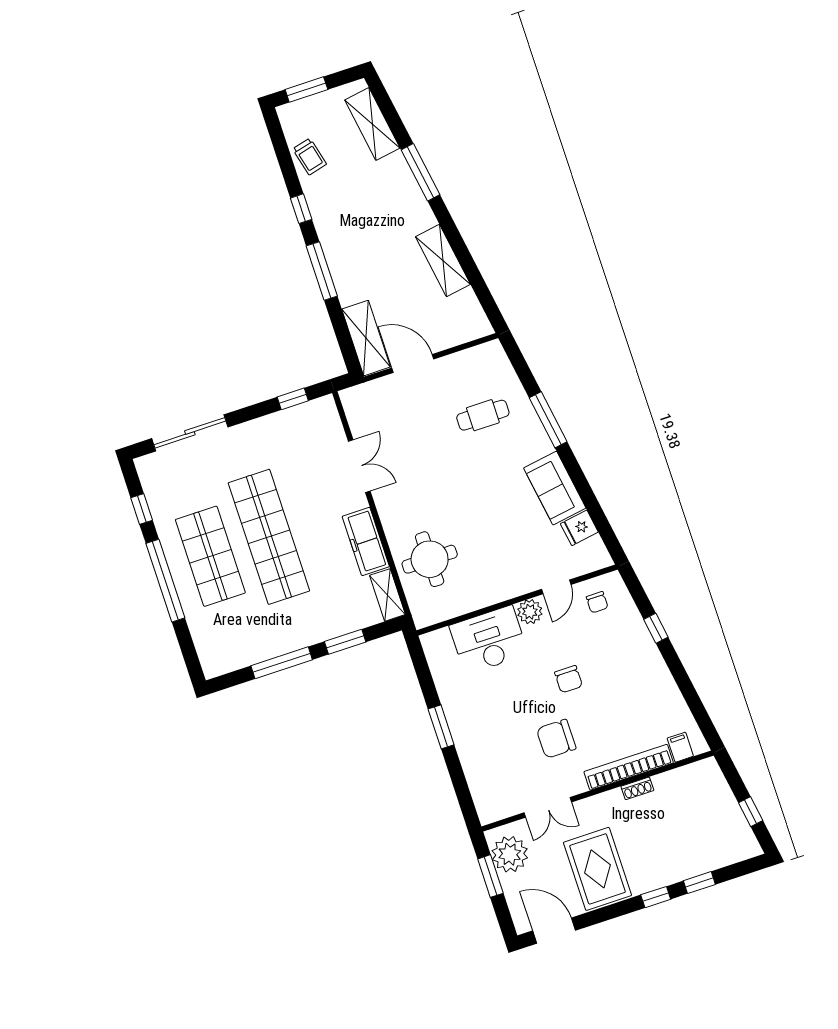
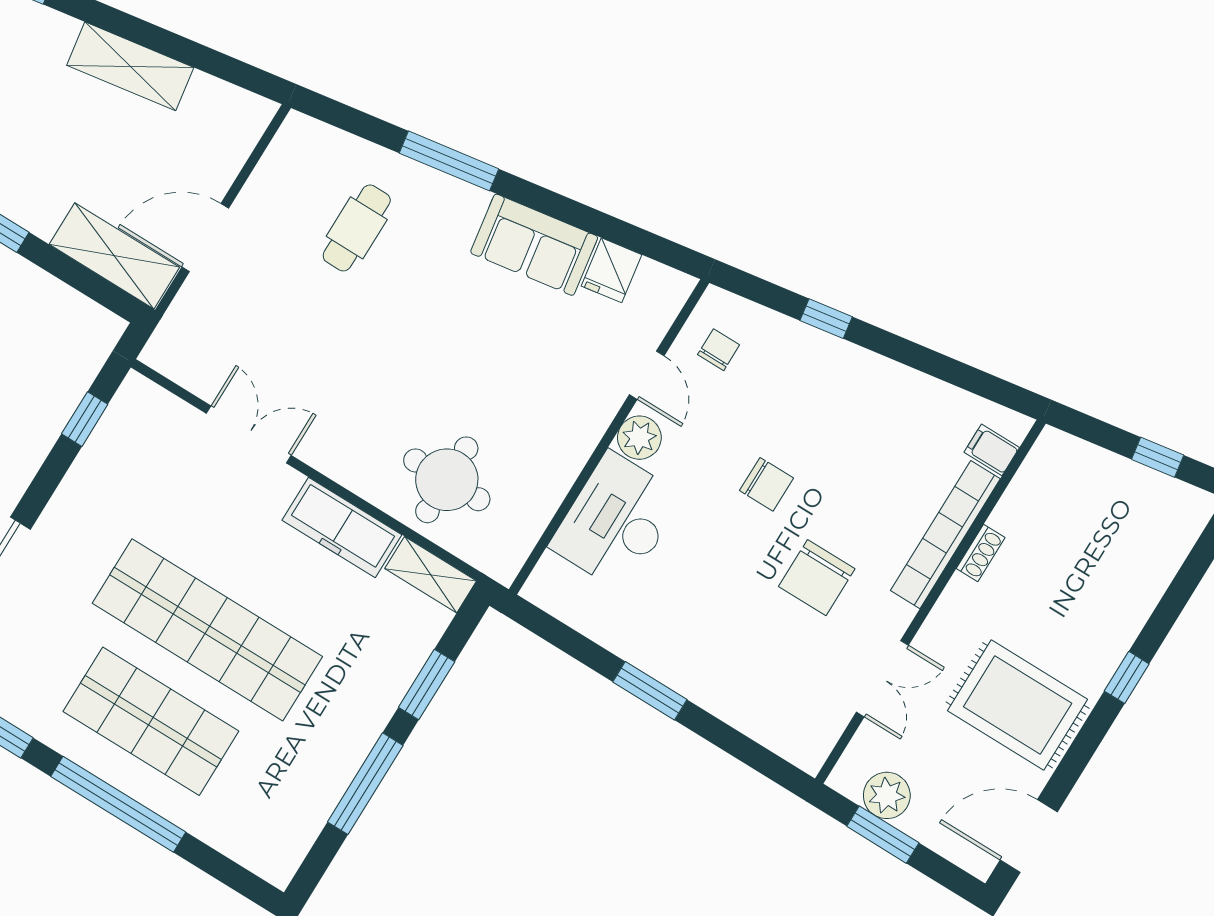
chair: (597, 602) -> (719, 350), turned -90
plant: (510, 854) -> (887, 795), width x0.73, depth x0.73
window: (699, 883) -> (1169, 609), removed

